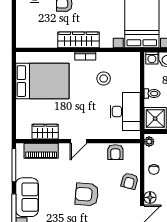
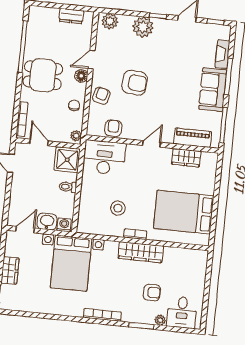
desk: (125, 112) -> (104, 157), moved, turned 90
armchair: (87, 194) -> (135, 83), moved

